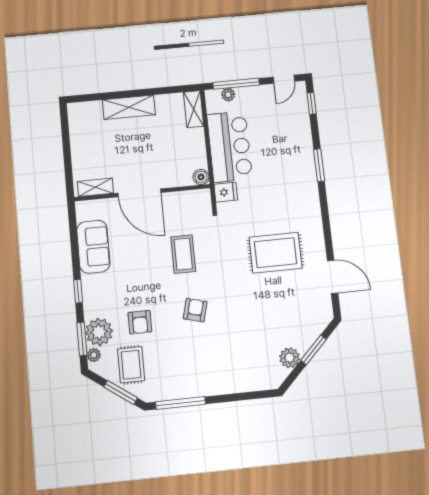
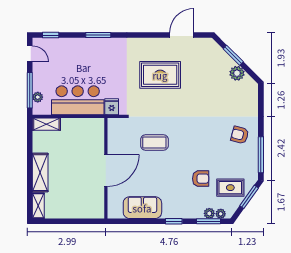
boiler: (201, 177) -> (98, 124), removed
shelving: (95, 187) -> (38, 206), moved
rug: (276, 253) -> (160, 75), turned 90
armchair: (195, 310) -> (240, 135), moved
plant: (99, 332) -> (209, 213), width x0.53, depth x0.53

